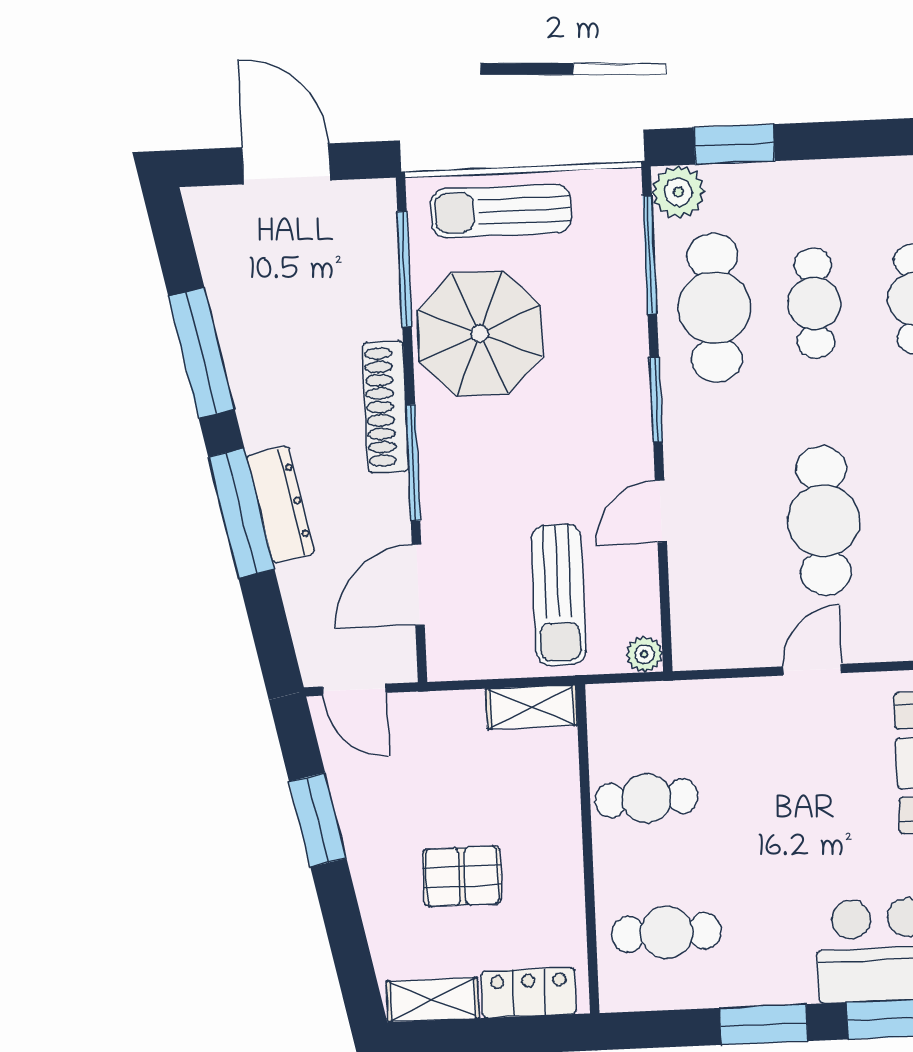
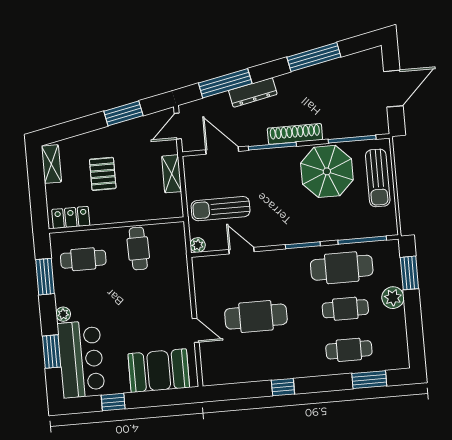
plant: (678, 192) -> (393, 298), moved
sun lounger: (501, 211) -> (378, 178), turned 180
door: (661, 511) -> (242, 251), moved
window: (241, 513) -> (225, 83), moved
door: (812, 670) -> (196, 330), moved
shelving: (532, 707) -> (172, 174), moved
cafe table: (666, 933) -> (83, 259), turned 90
plant: (797, 987) -> (63, 314), added
locker: (529, 993) -> (71, 217), moved, turned -90
window: (764, 1024) -> (45, 277), moved

